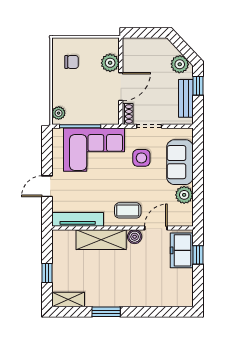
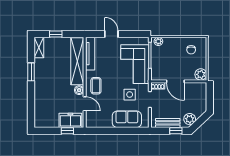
plant: (110, 63) -> (201, 74), moved
plant: (184, 195) -> (106, 122), removed
shelving: (101, 240) -> (77, 61), width x1.47

